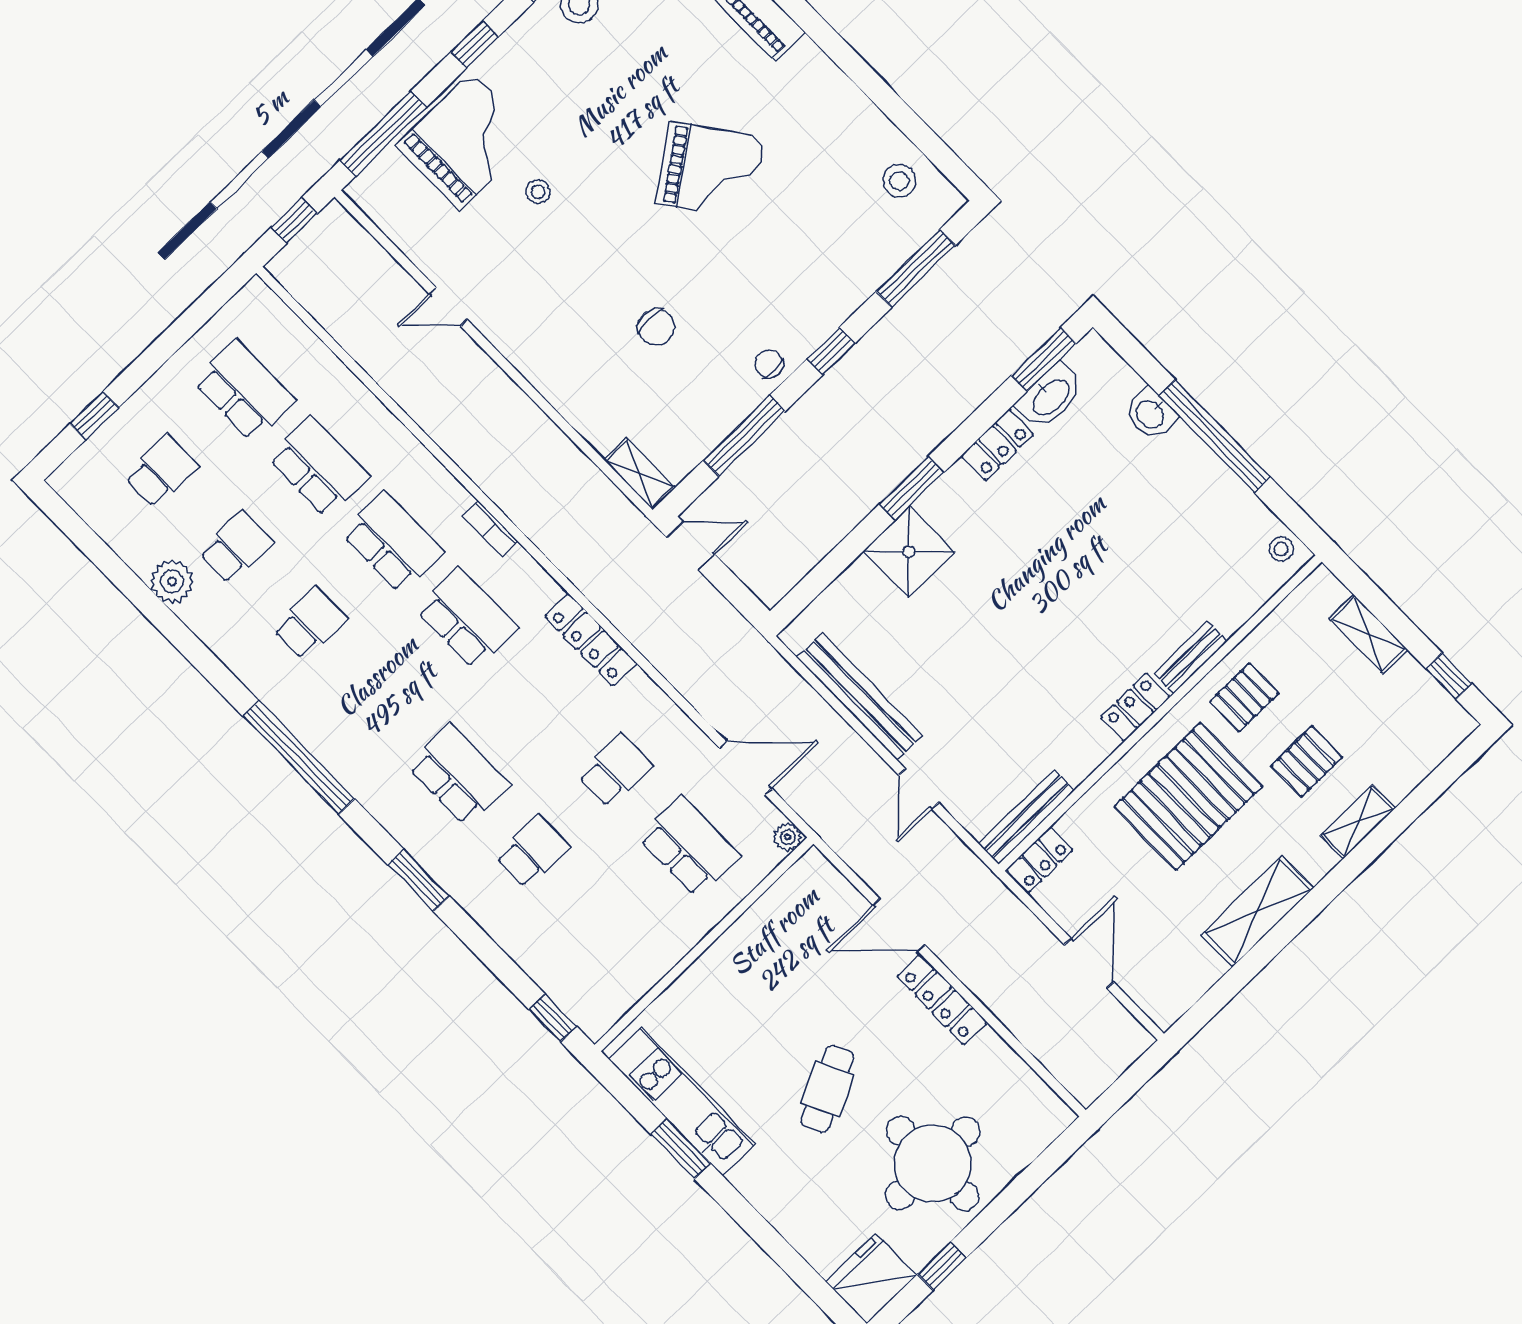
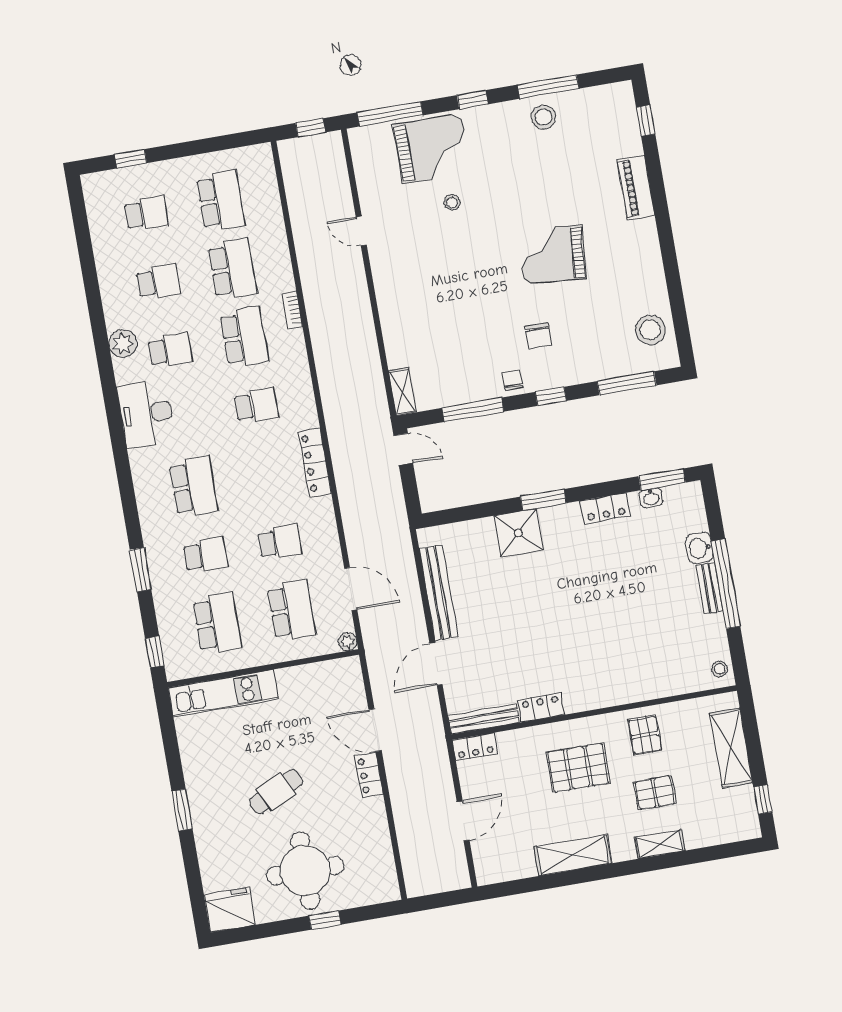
grand piano: (710, 170) -> (552, 254), turned 131
stool: (899, 181) -> (650, 330), width x1.38, depth x1.38
chair: (656, 327) -> (539, 336), moved
washbasin: (1050, 397) -> (651, 498), width x0.52, depth x0.69
bookcase: (490, 529) -> (292, 310), moved
plant: (172, 581) -> (123, 344), moved
school desk: (467, 619) -> (256, 406), width x0.54
shelving: (1368, 634) -> (731, 748), width x1.50, depth x1.33
bench: (1190, 657) -> (710, 588), moved, turned 90
pallet: (1244, 697) -> (645, 735), turned 90
locker: (1135, 707) -> (541, 707), moved
desk: (335, 724) -> (146, 414), added
window: (299, 757) -> (114, 418), removed
door: (919, 789) -> (436, 664), width x1.38
pallet: (1188, 796) -> (578, 768), width x0.73, depth x0.71
window: (418, 880) -> (140, 570), moved
school desk: (607, 927) -> (217, 623), added
locker: (942, 999) -> (369, 775), width x0.66
kitchen unit: (682, 1101) -> (223, 693), moved, turned 90
window: (681, 1149) -> (182, 810), moved
window: (942, 1266) -> (325, 920), moved

